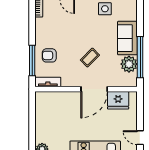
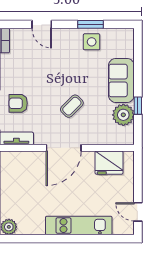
window: (140, 57) -> (138, 106), width x0.32
door: (94, 89) -> (64, 148), moved

